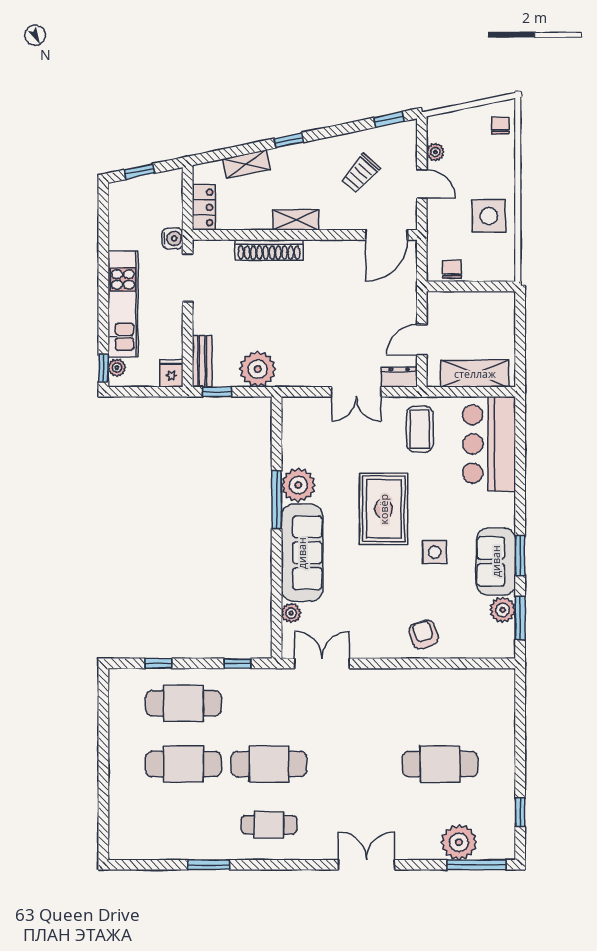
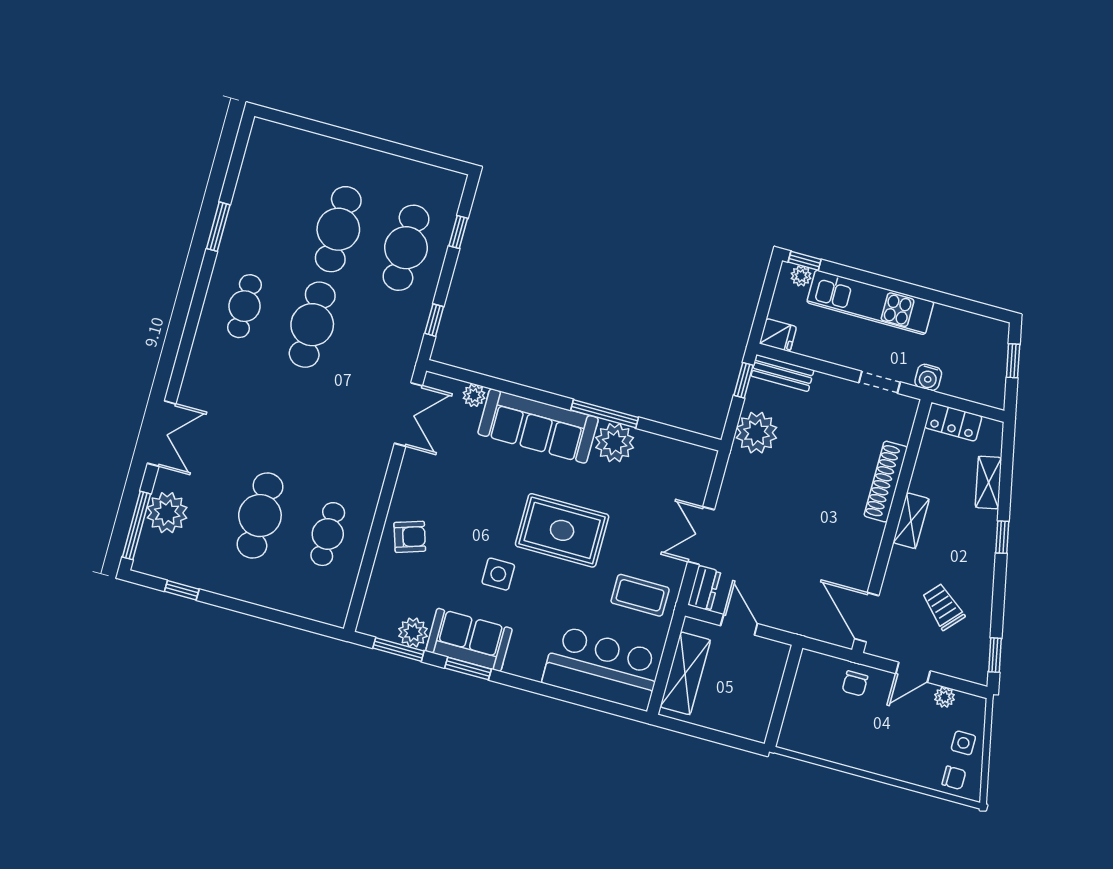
side table: (489, 216) -> (963, 743), moved, width x0.54, depth x0.54
chair: (452, 269) -> (855, 683), moved, turned 90
doorway: (188, 278) -> (880, 382), width x0.73
cafe table: (440, 703) -> (328, 534), added
double door: (367, 865) -> (162, 434), moved

